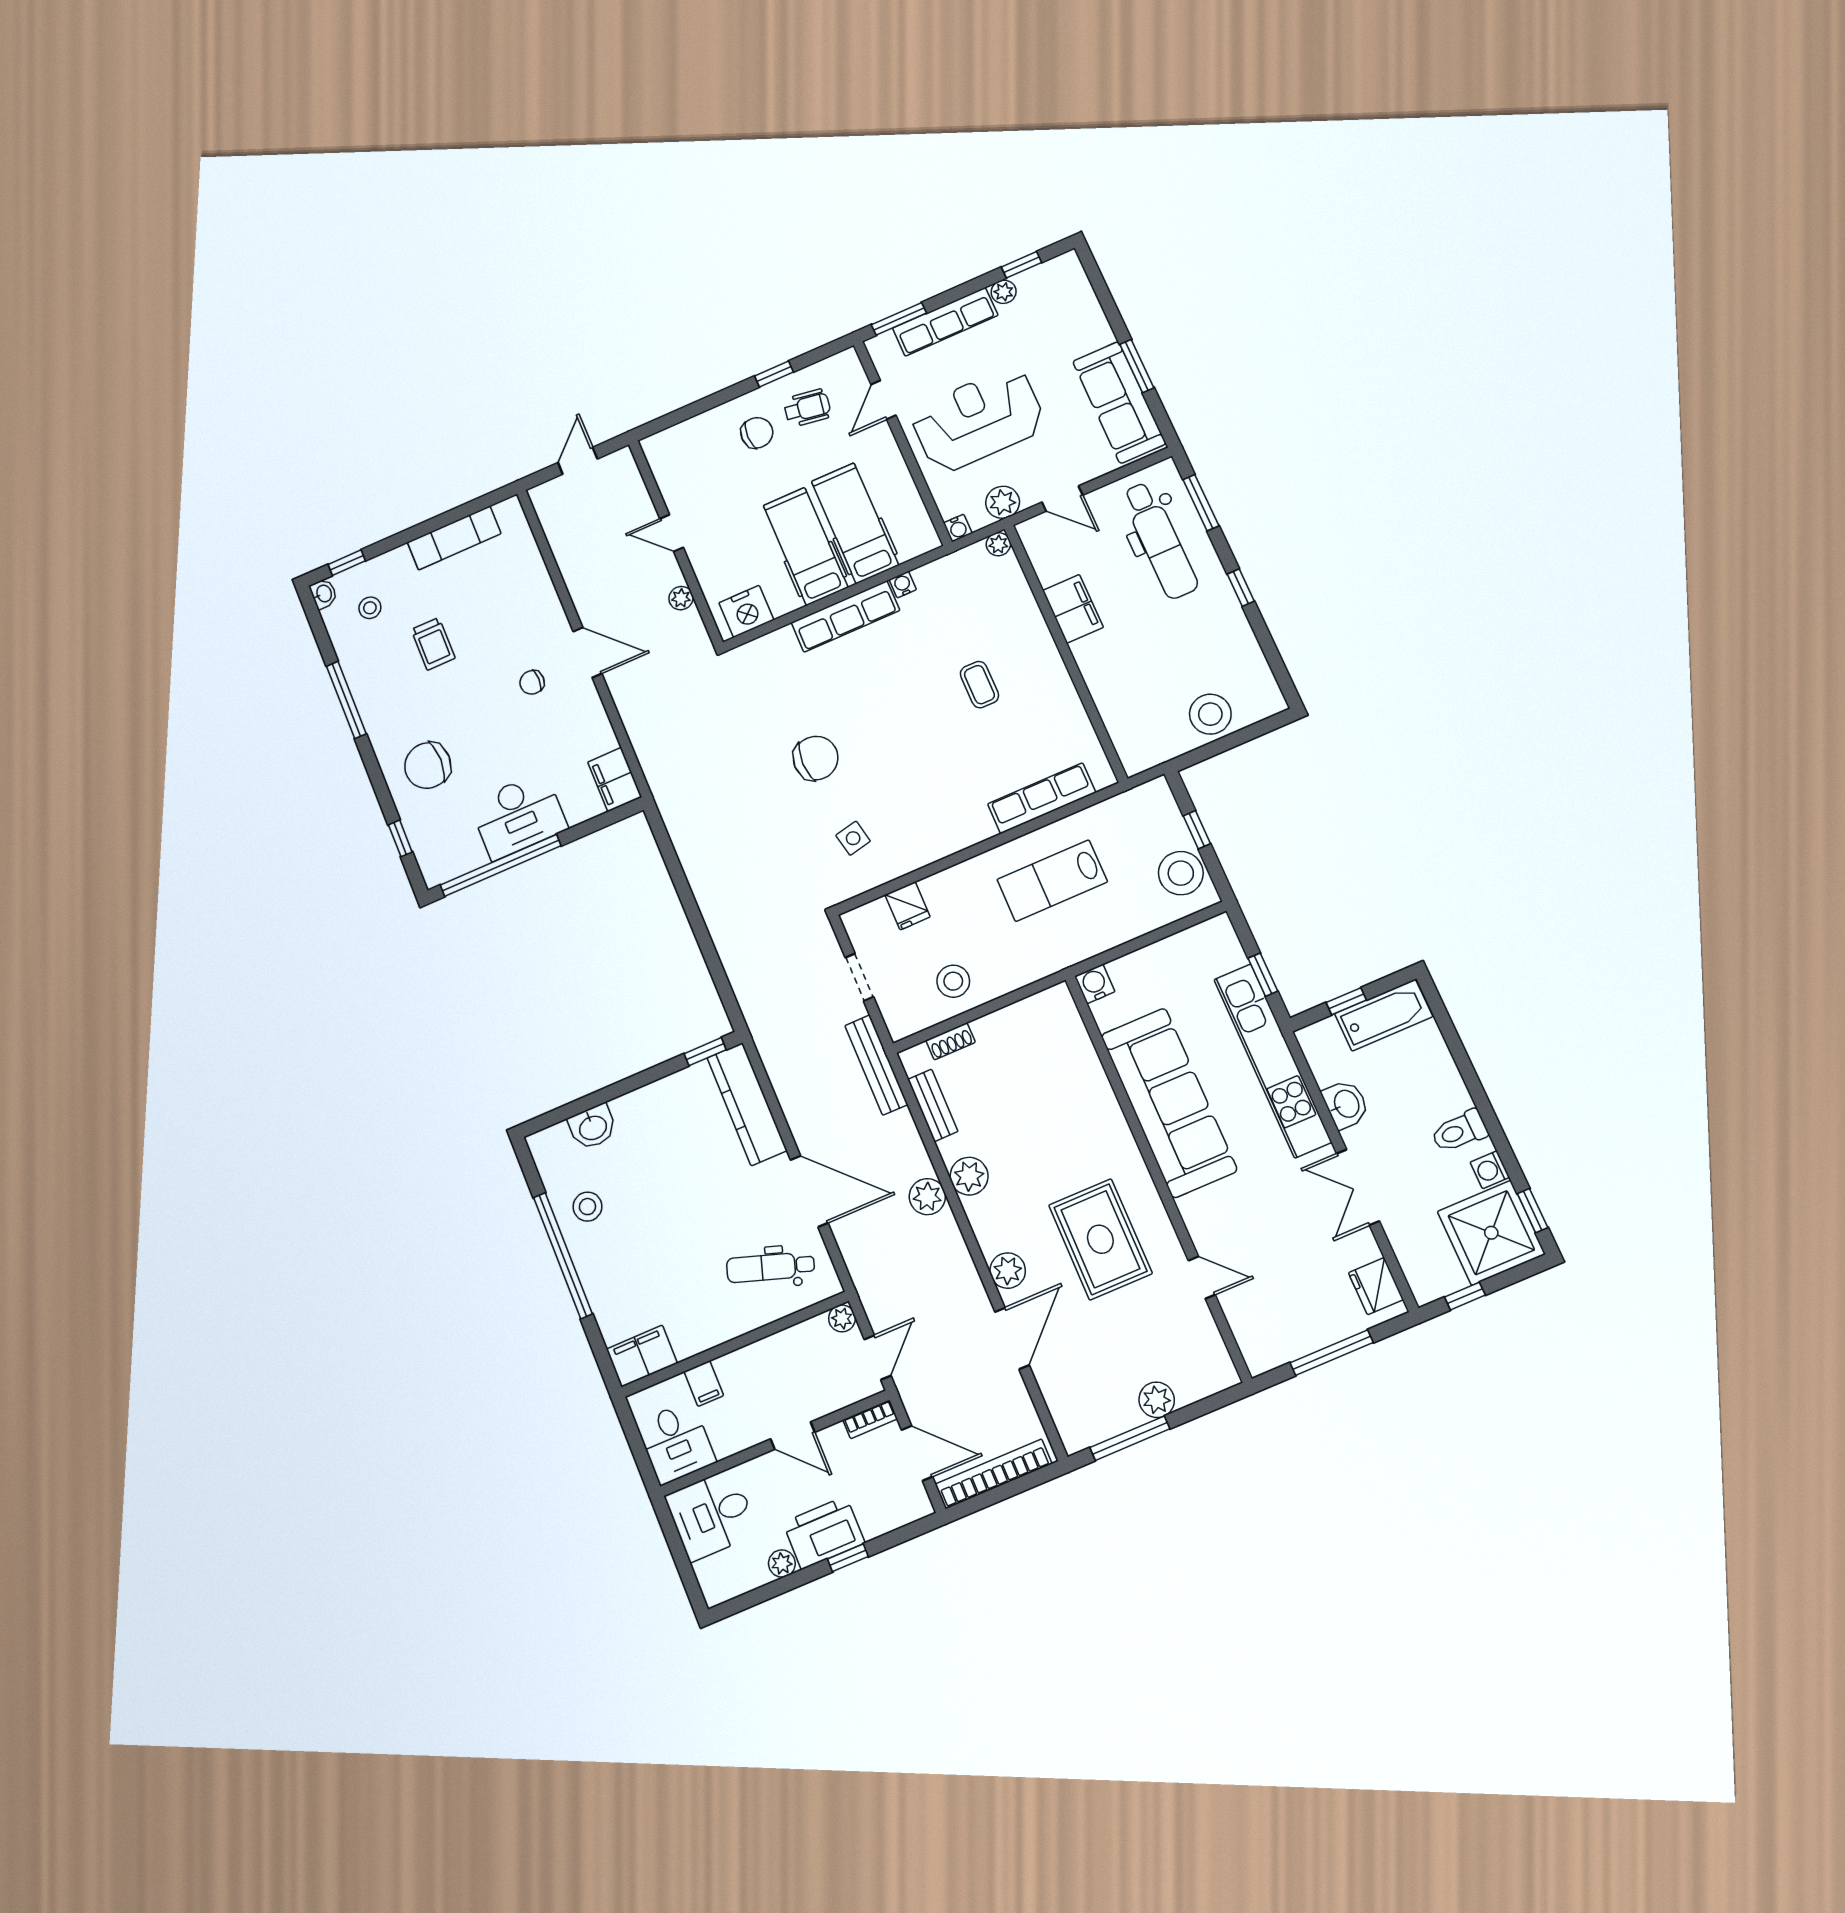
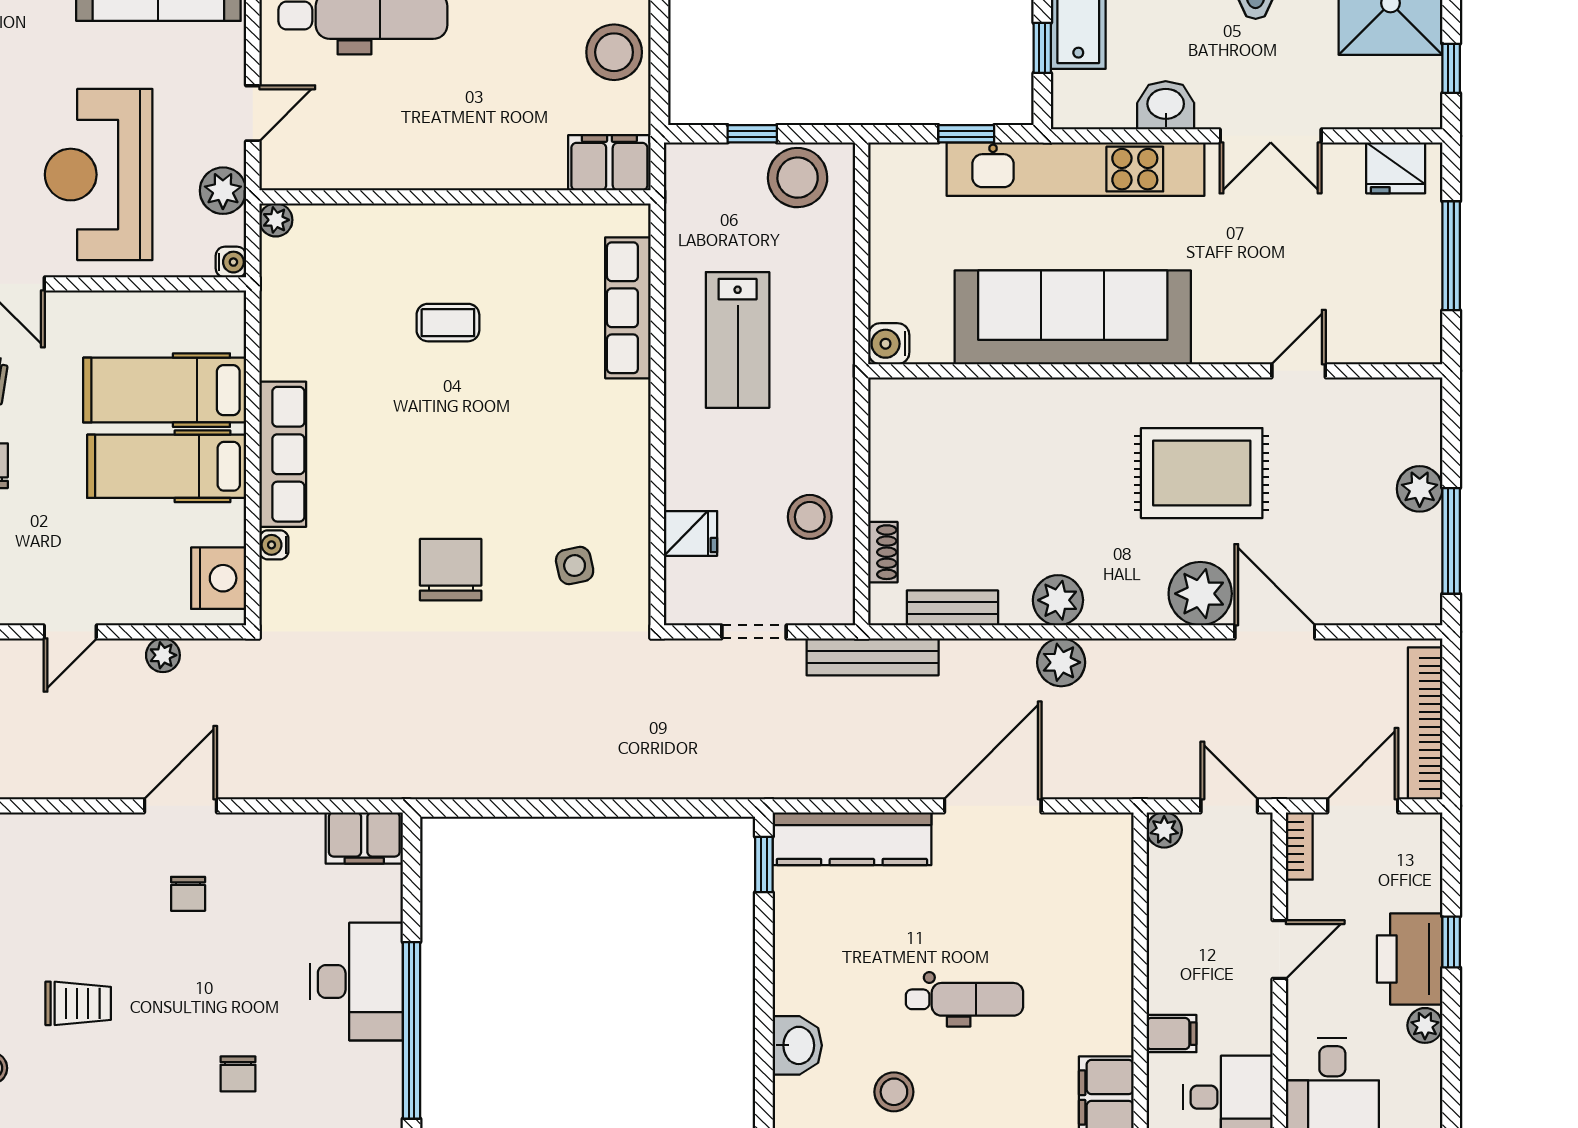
water cooler: (903, 585) -> (274, 545), moved
filing cabinet: (1073, 609) -> (609, 163), moved
chair: (428, 766) -> (238, 1074), width x0.54, depth x0.54
dental chair: (770, 1267) -> (965, 999), moved, turned -108
plant: (1008, 1271) -> (1200, 594), width x1.36, depth x1.36

